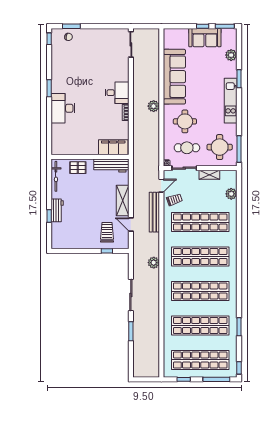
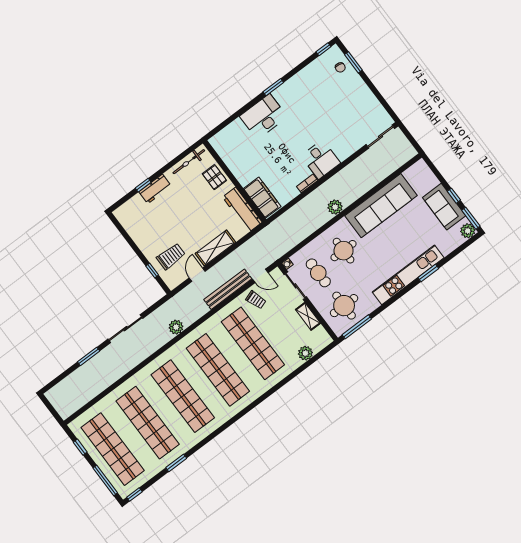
plant: (231, 55) -> (468, 231), moved
kitchen unit: (231, 101) -> (408, 275), width x1.36

